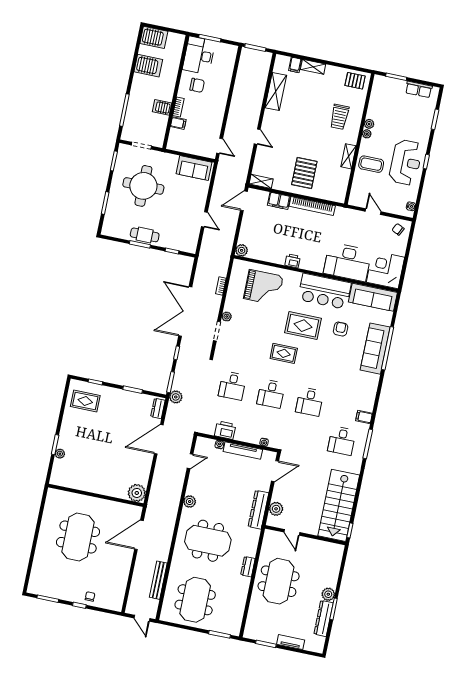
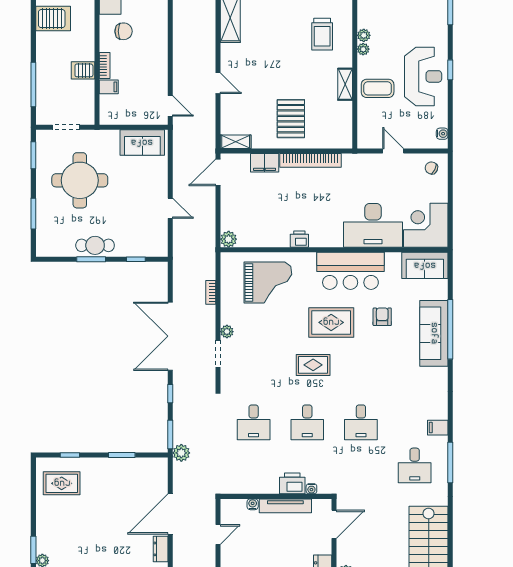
sofa: (373, 297) -> (425, 265), width x0.73
dresser: (158, 408) -> (161, 549), moved
printer: (225, 430) -> (292, 483), moved

